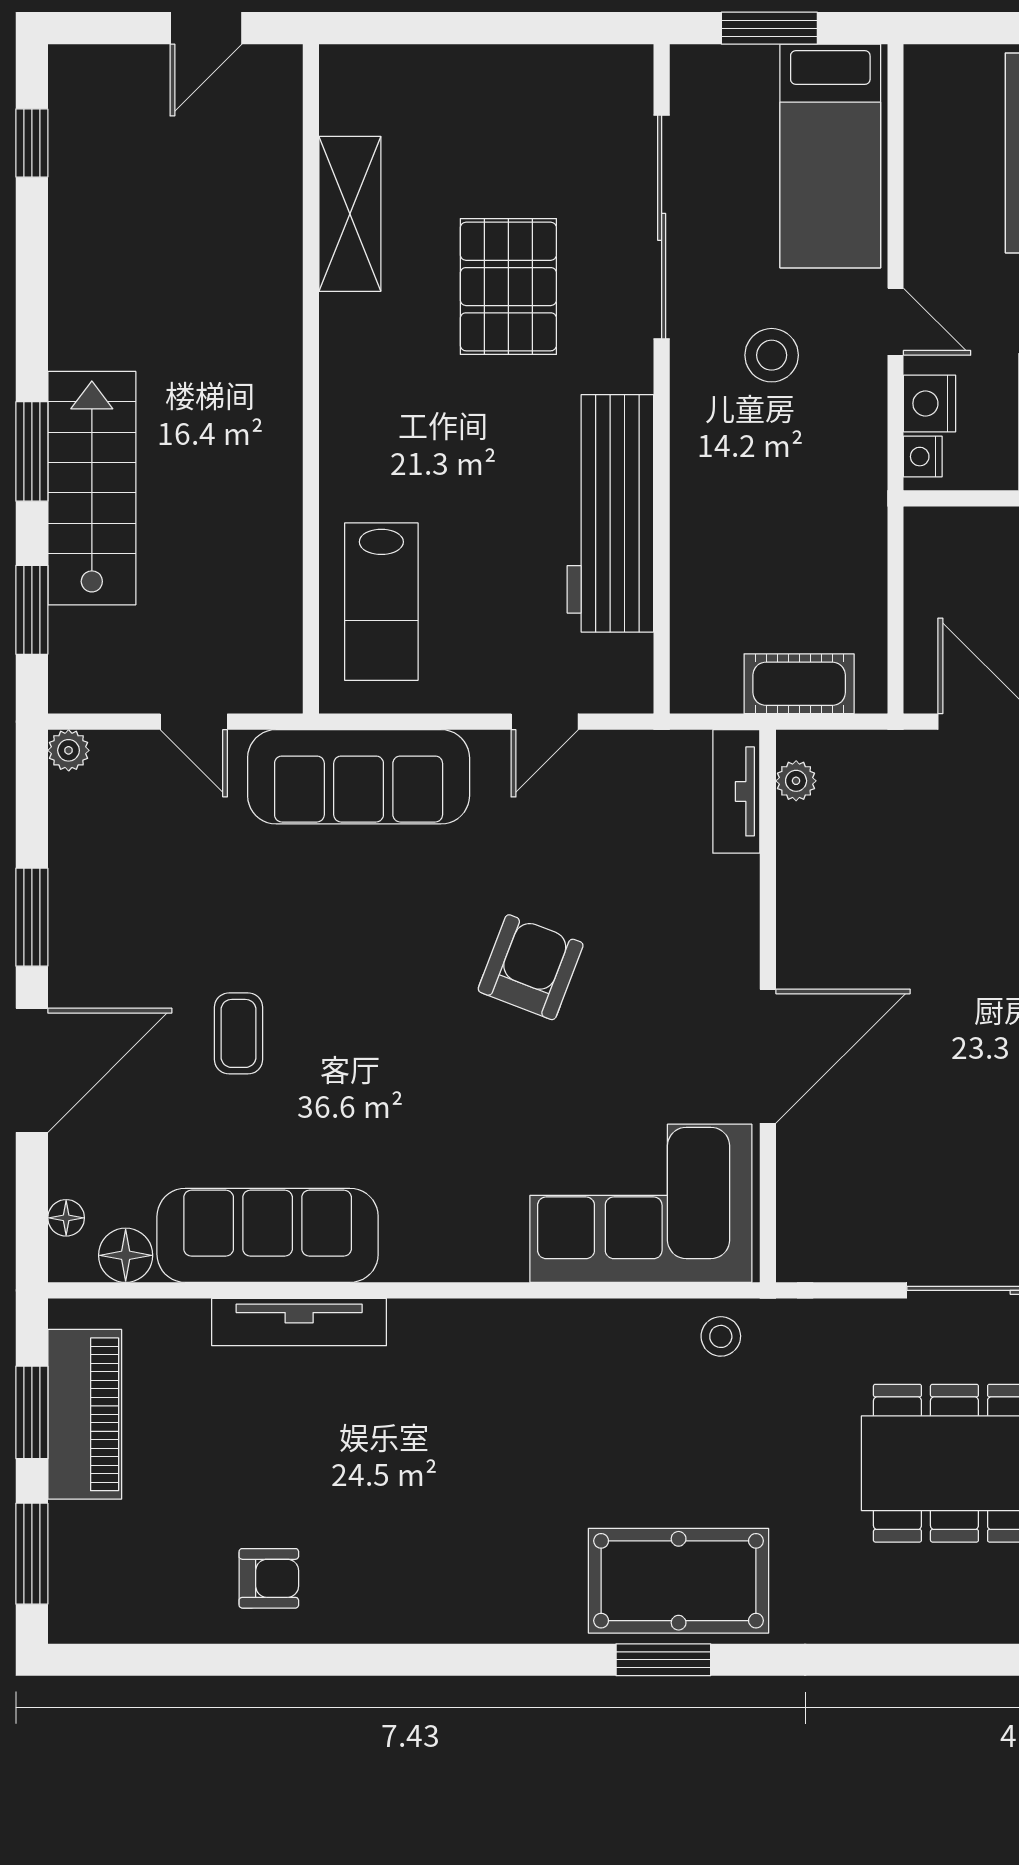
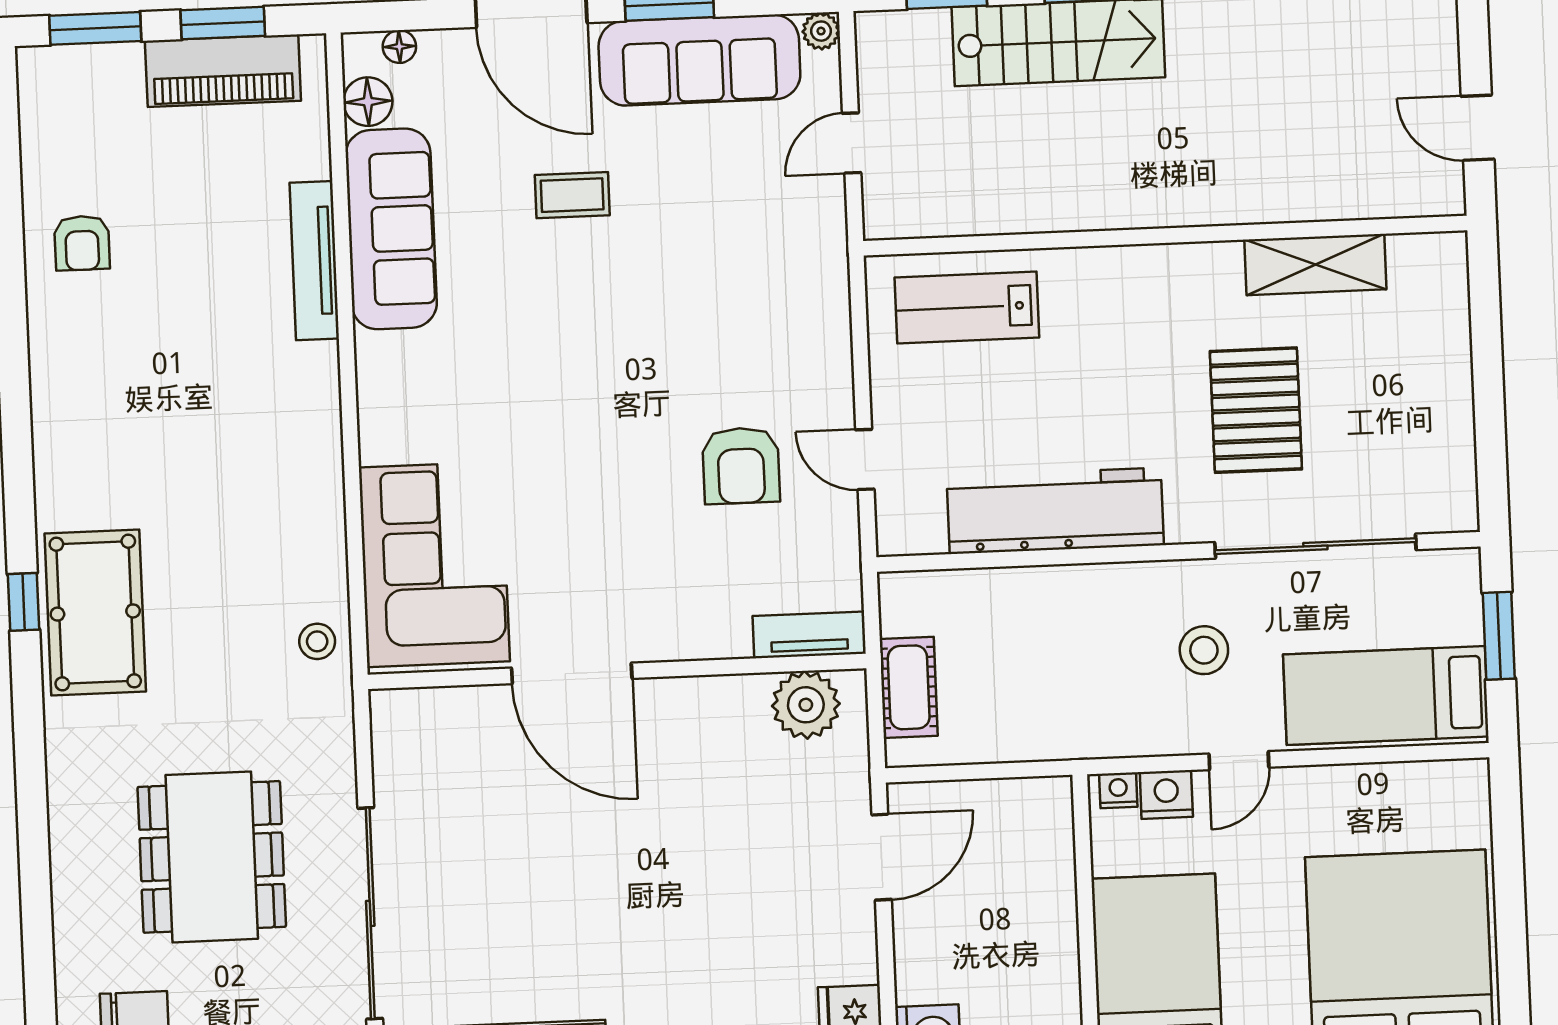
pallet: (508, 287) -> (1256, 410), turned 90
sofa: (359, 777) -> (699, 60), moved, turned -90
plant: (796, 781) -> (806, 705), width x1.87, depth x1.87
armchair: (531, 967) -> (741, 466), moved, turned 69
window: (663, 1660) -> (23, 602), width x0.67

